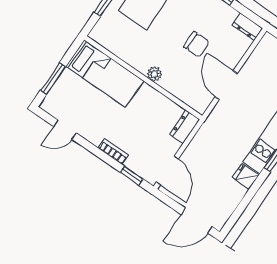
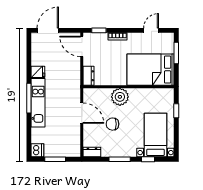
bed: (105, 74) -> (151, 70), width x1.50
plant: (154, 74) -> (120, 97), width x1.87, depth x1.87

